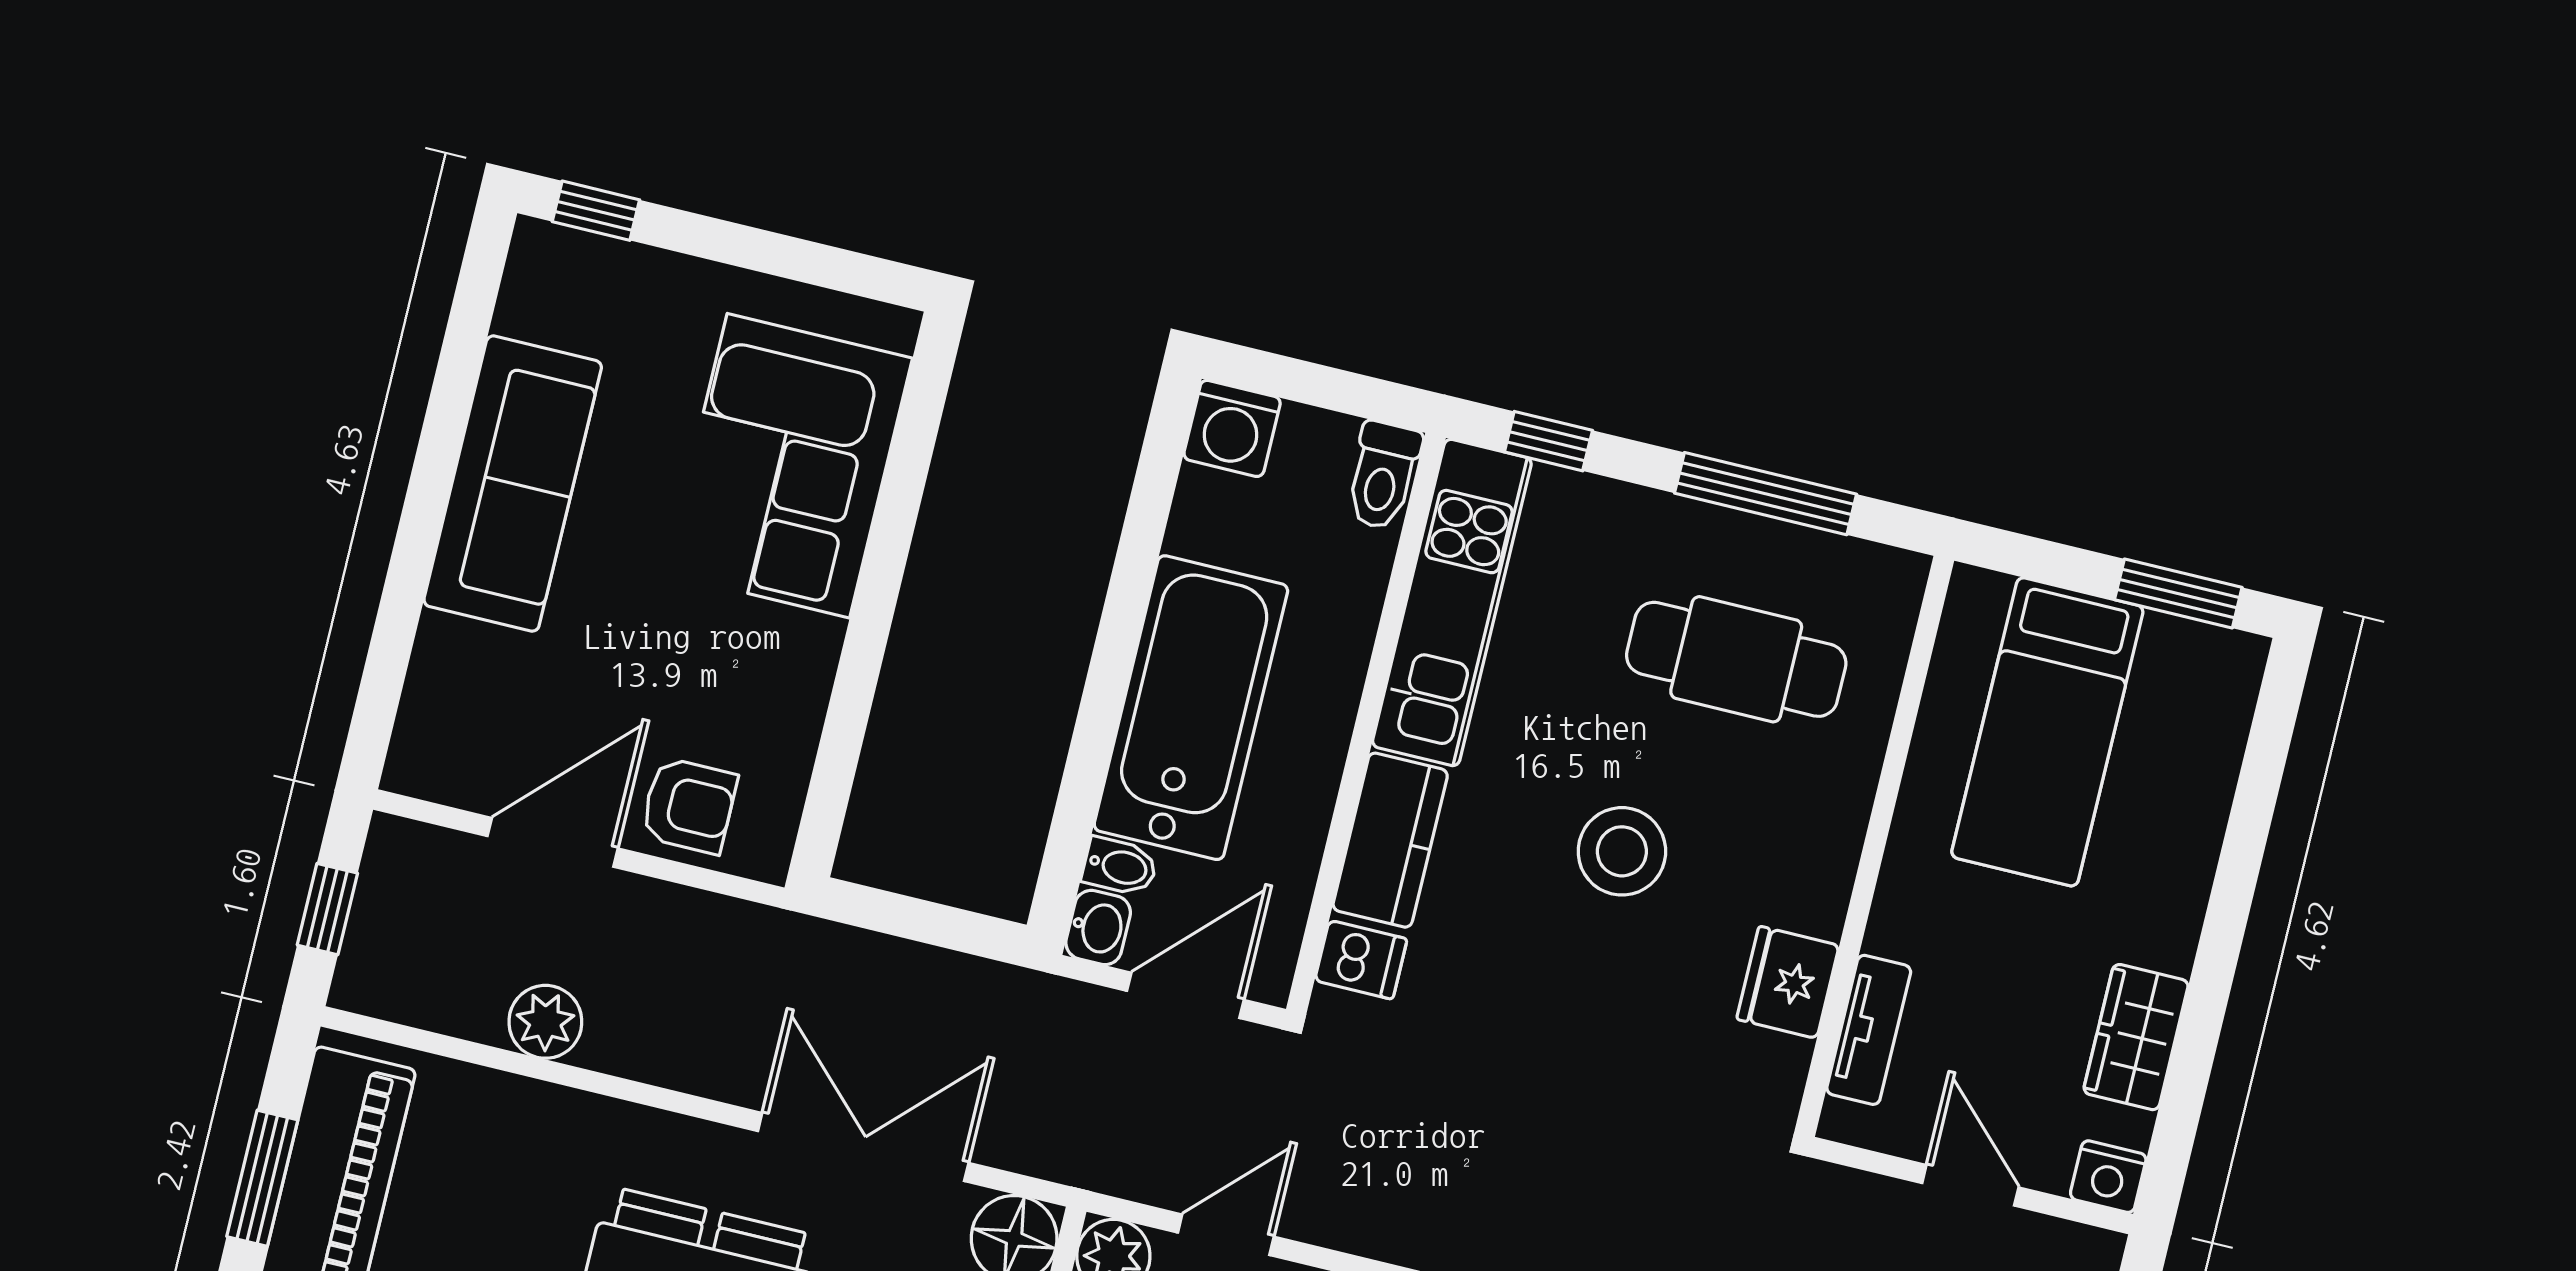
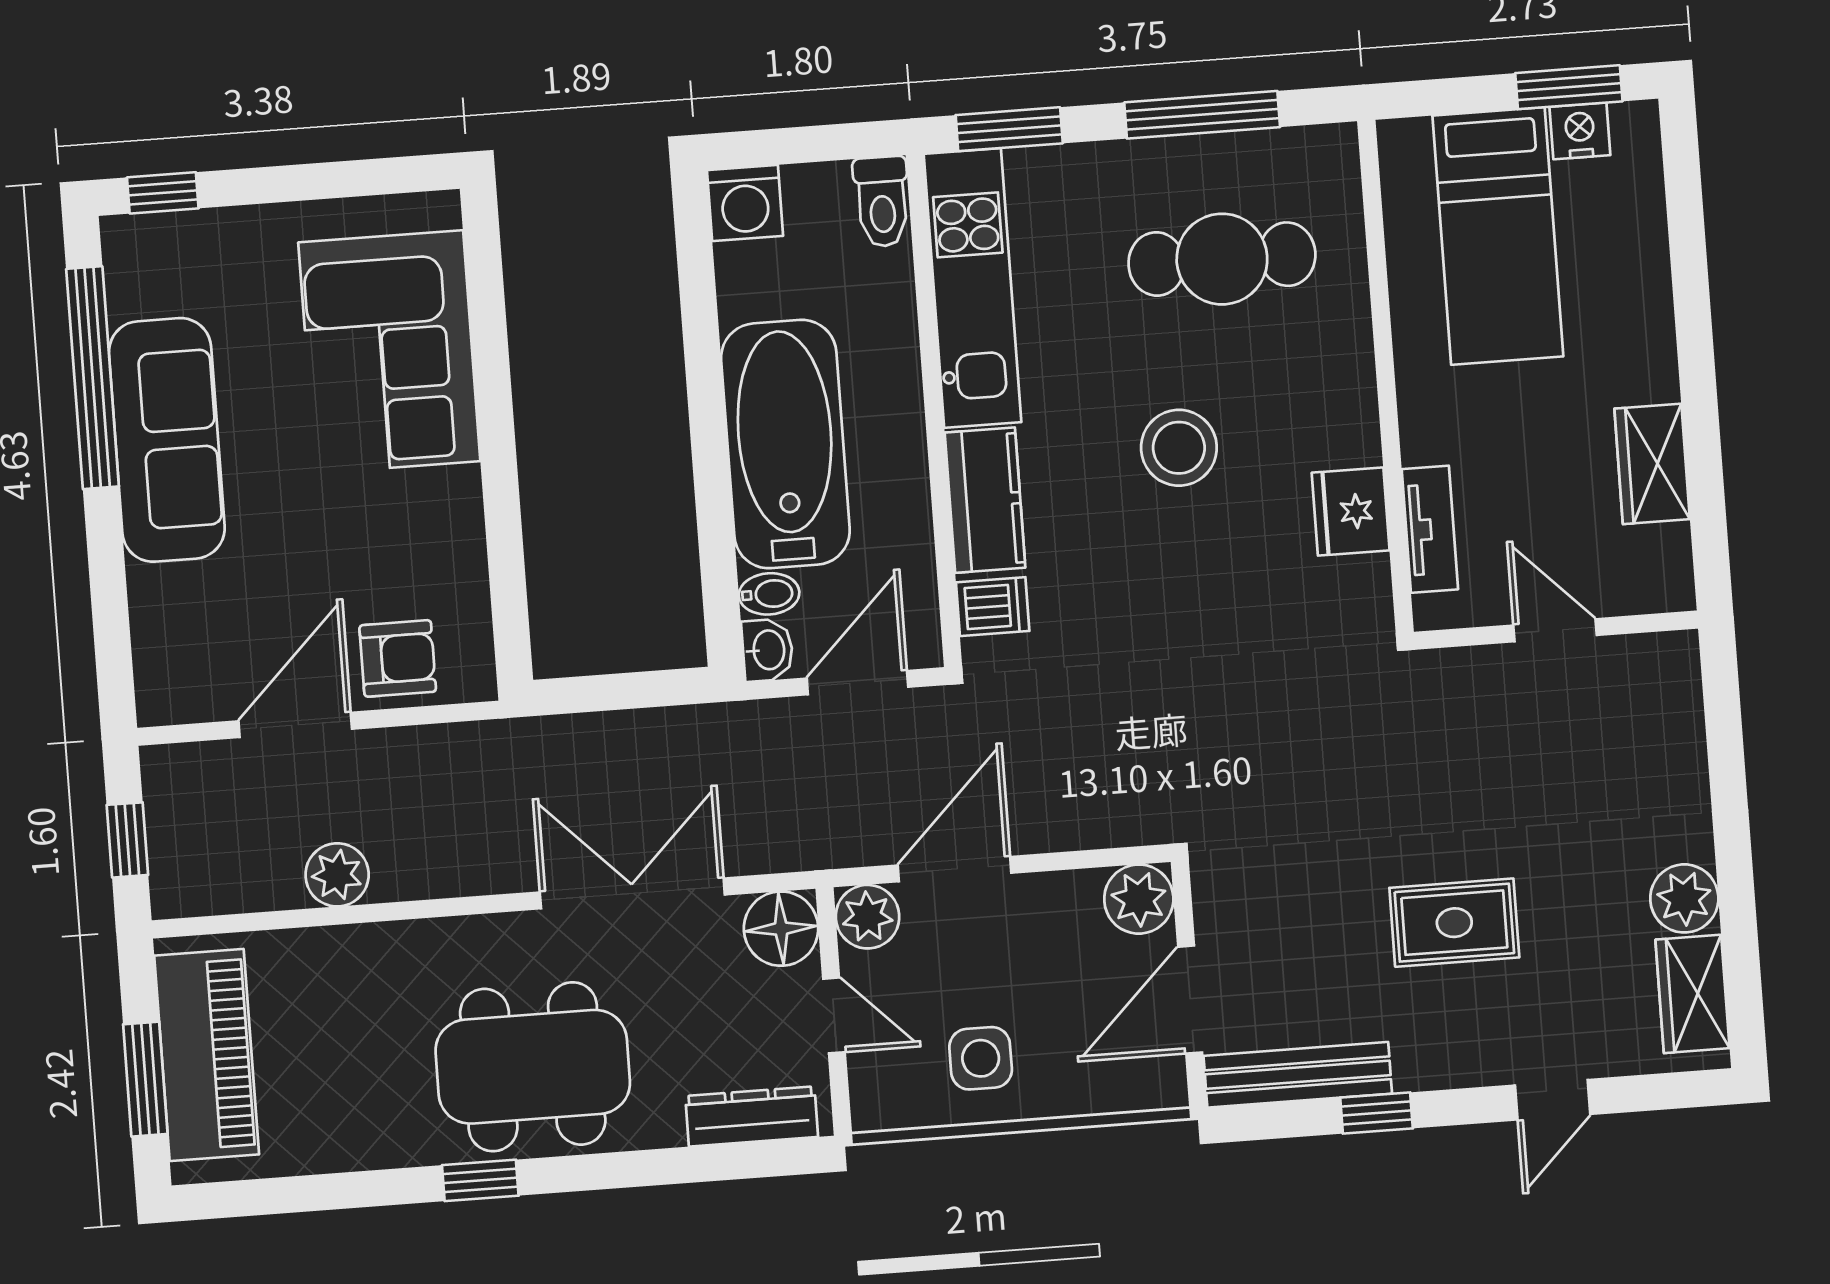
window: (453, 389) -> (93, 378), added
window: (1548, 441) -> (1009, 129), width x1.50
nightstand: (2108, 1177) -> (1580, 131), moved, turned 180
door: (1226, 1235) -> (955, 869), width x1.37

